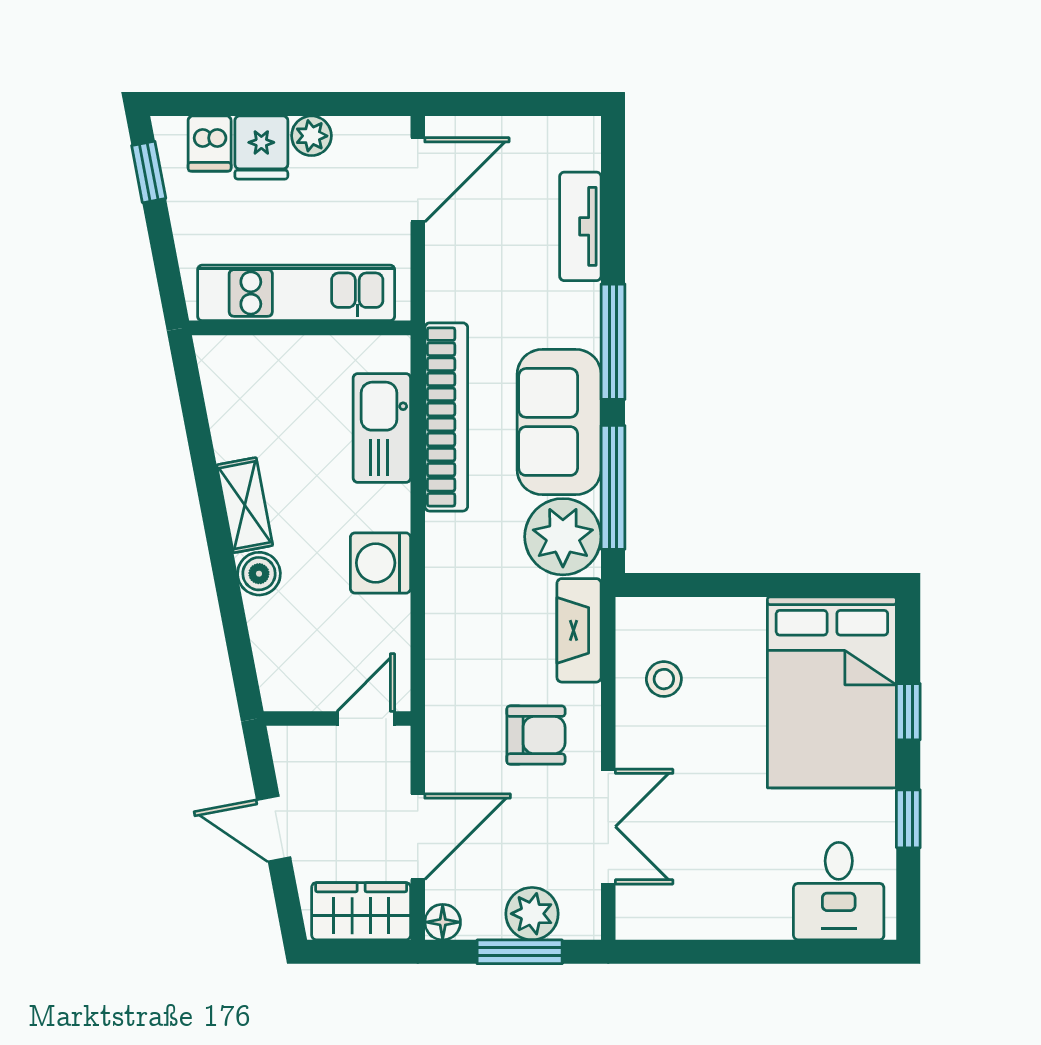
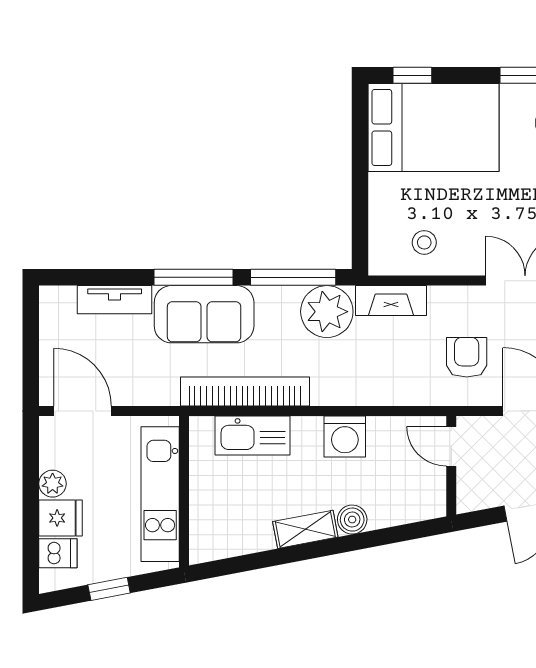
window: (149, 172) -> (109, 589), moved
sofa: (559, 422) -> (204, 314), moved
window: (908, 712) -> (412, 75), moved
armchair: (536, 735) -> (467, 357), moved

